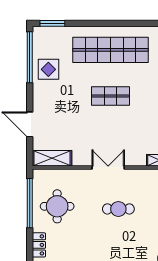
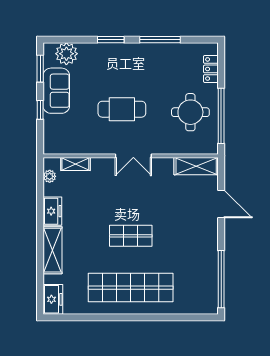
window: (52, 23) -> (196, 317), removed
display table: (48, 69) -> (200, 266), removed
cafe table: (118, 209) -> (122, 109), width x1.37, depth x1.35

